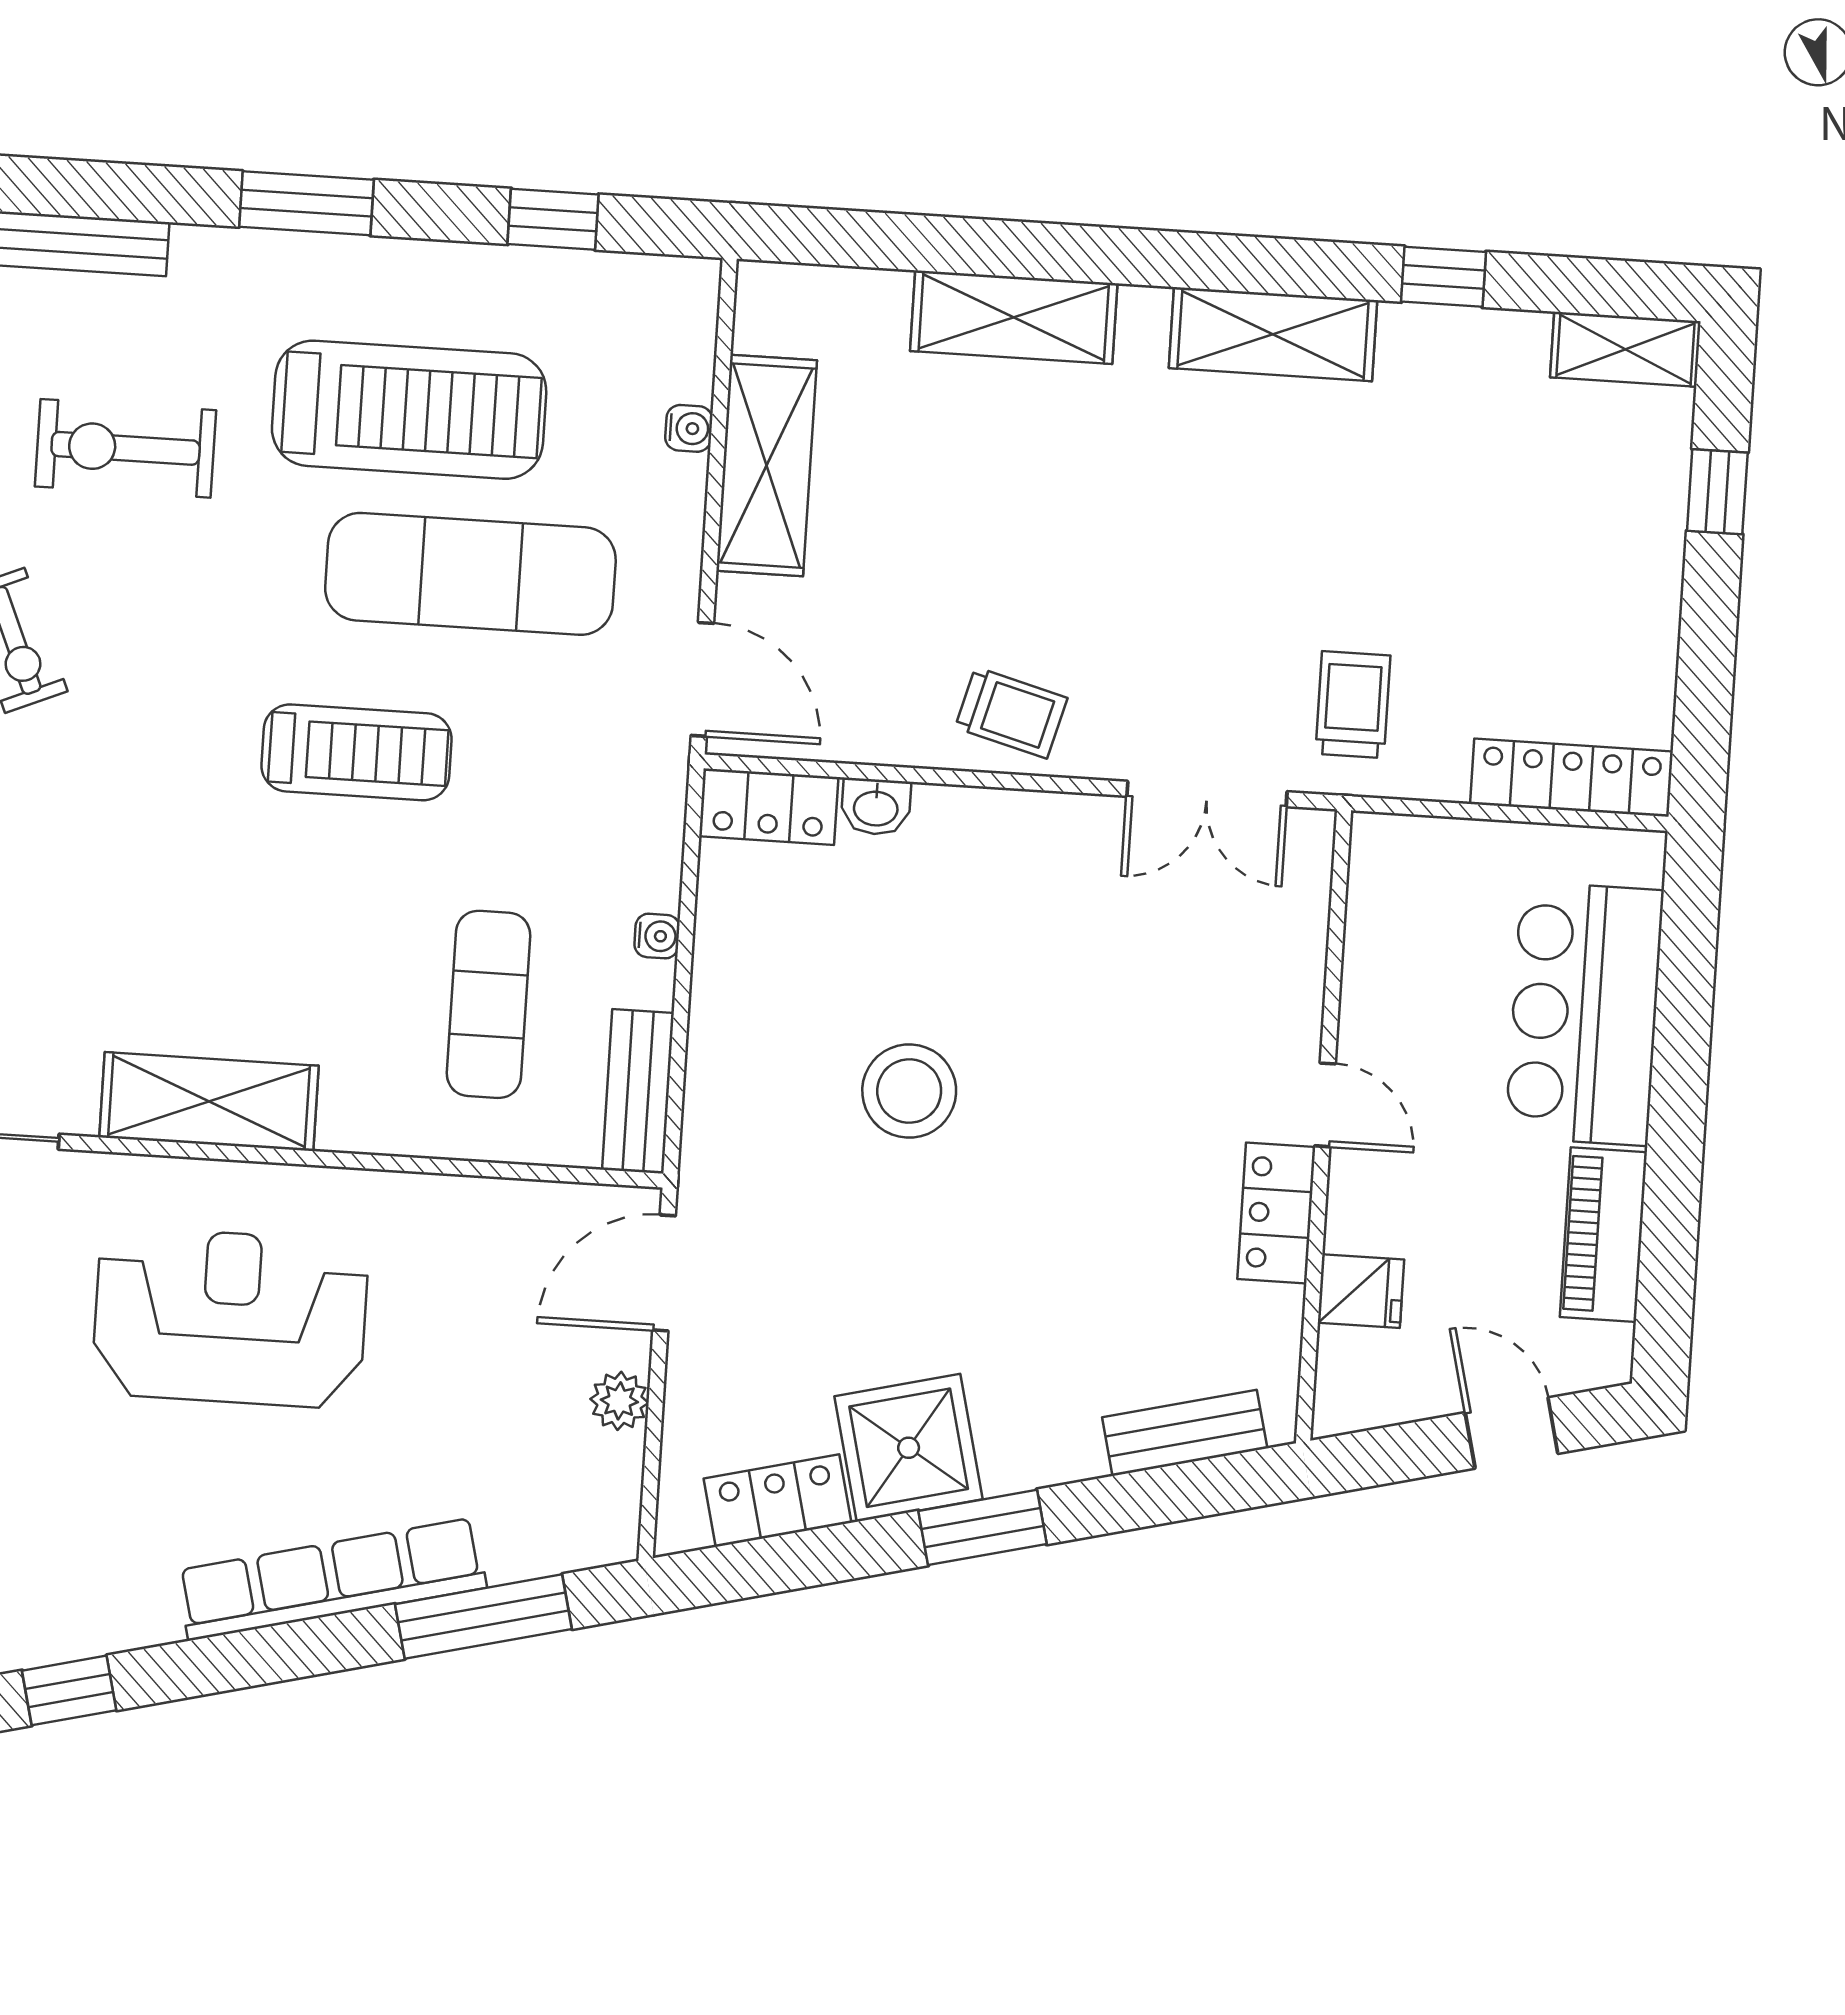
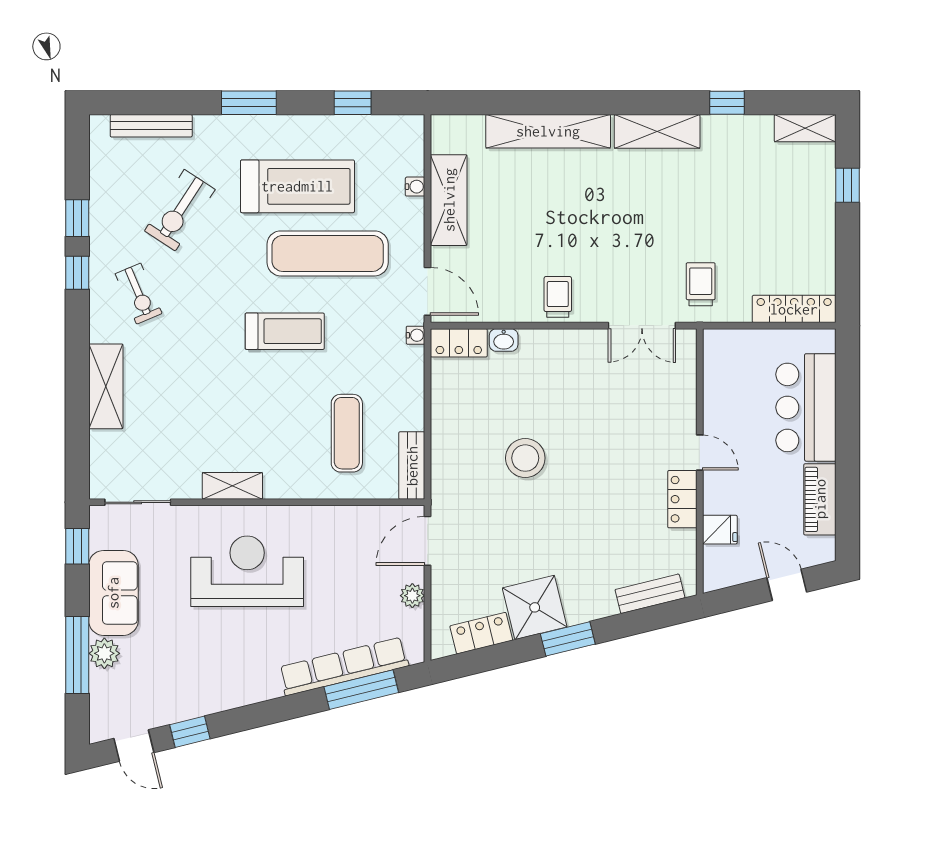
shelving: (1014, 317) -> (548, 131), width x1.47
exercise bike: (126, 448) -> (180, 210), turned -57
trolley: (1011, 713) -> (558, 297), turned -105
water cooler: (657, 936) -> (416, 335), moved
shelving: (209, 1101) -> (232, 486), width x0.67, depth x0.75
row of seats: (331, 1579) -> (344, 666), moved

